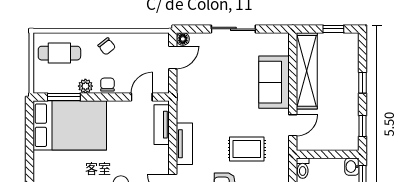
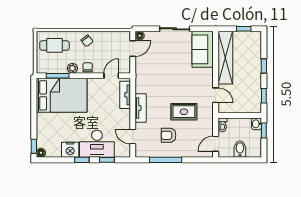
sofa: (274, 82) -> (203, 49), moved
door: (293, 125) -> (216, 95), hinge flipped

